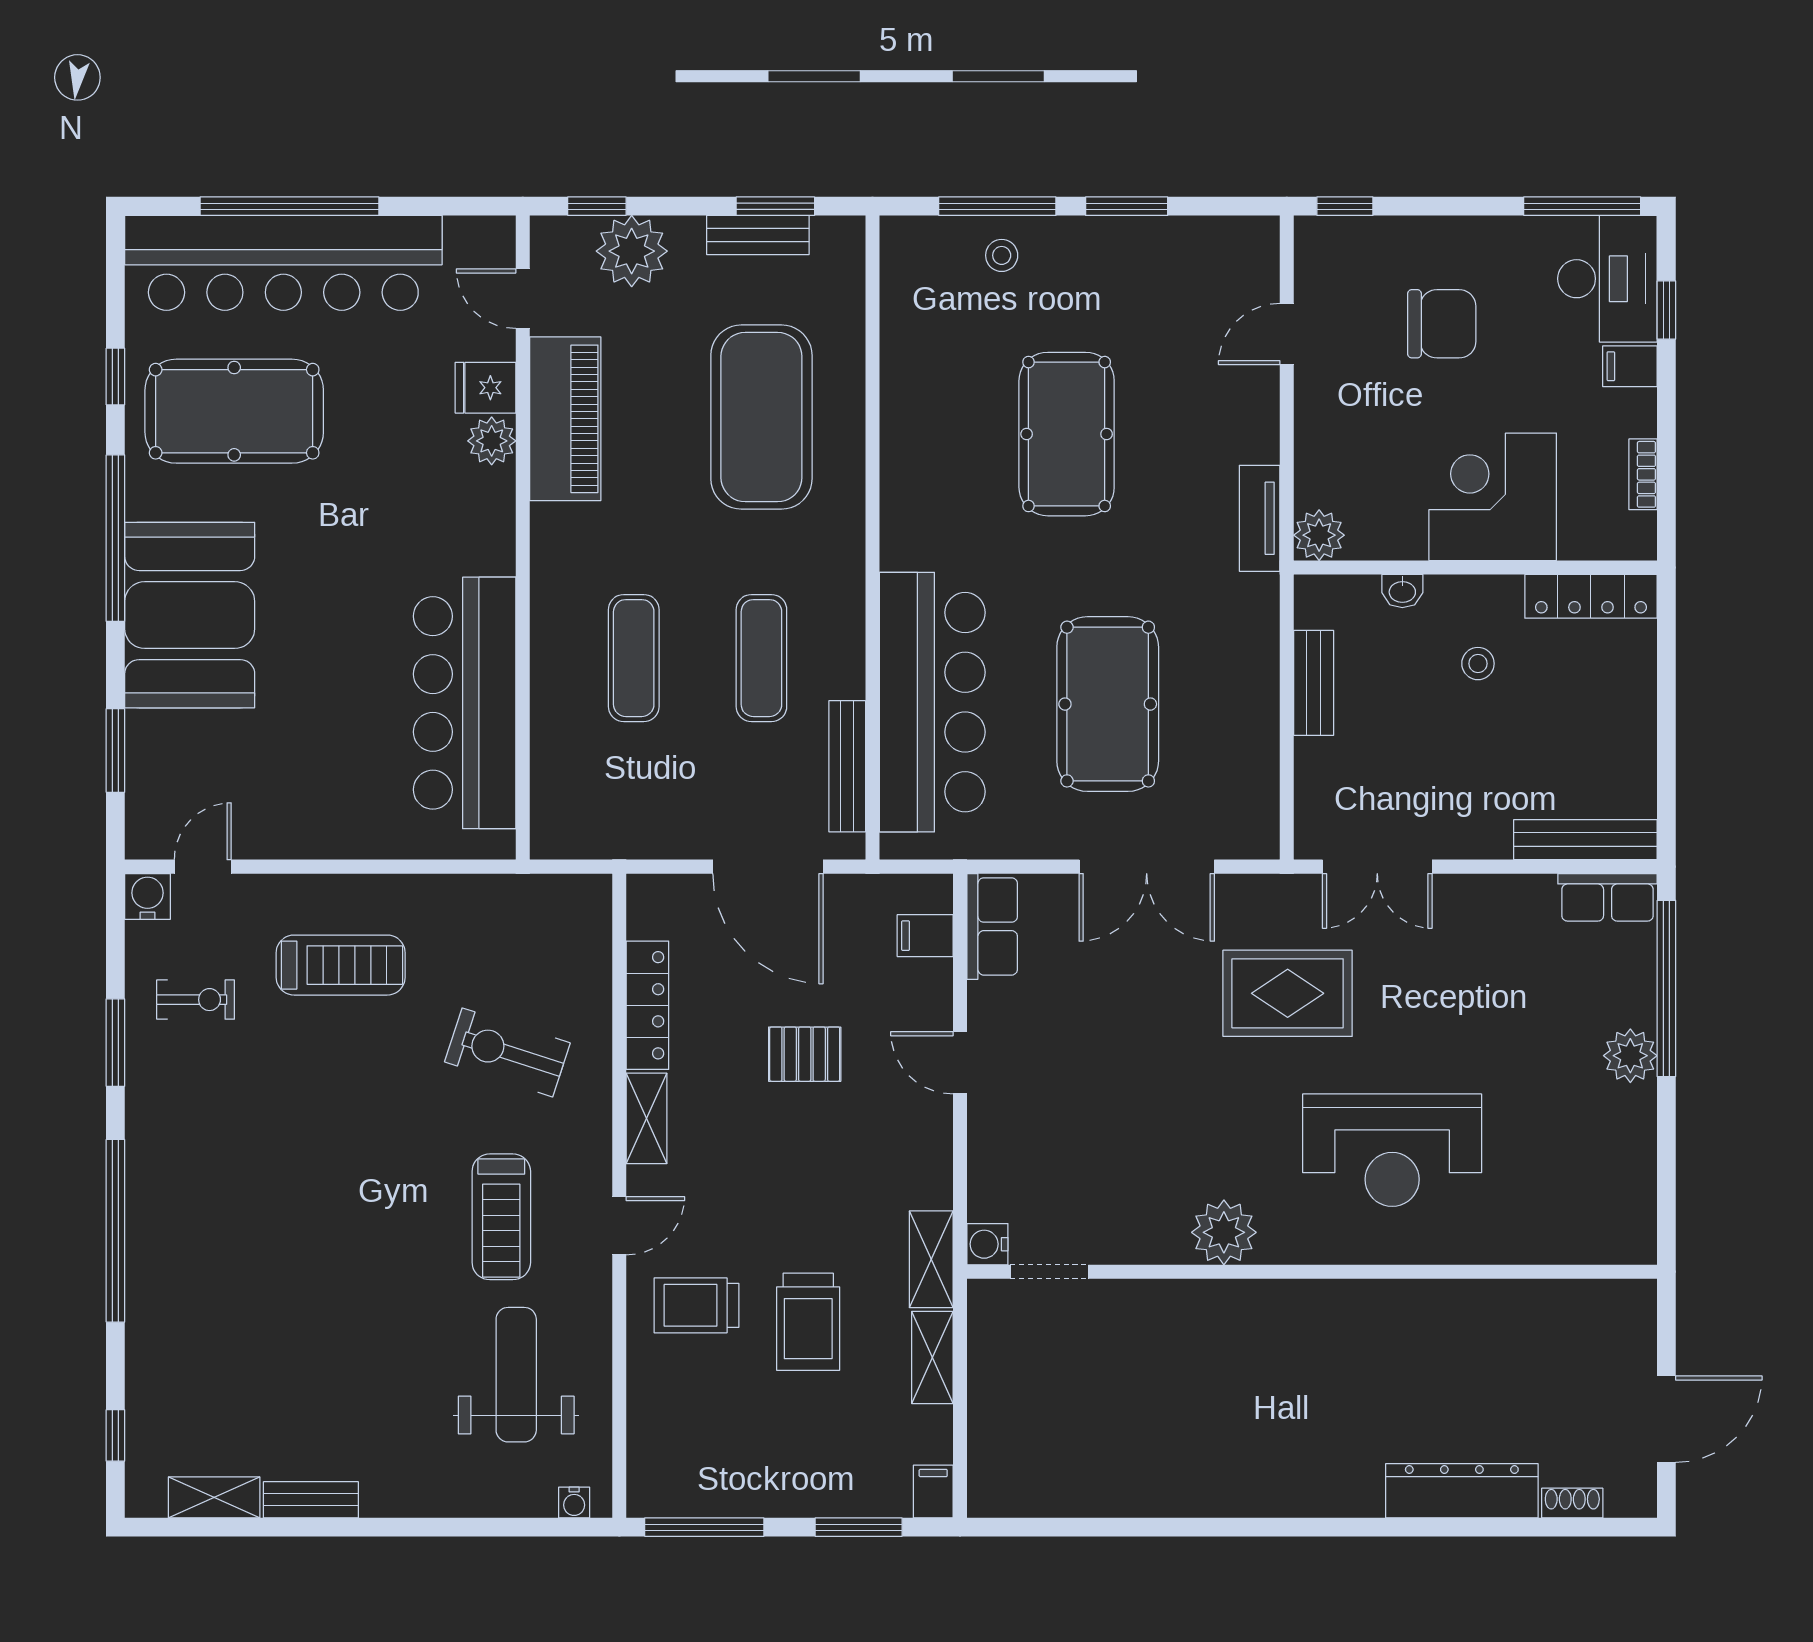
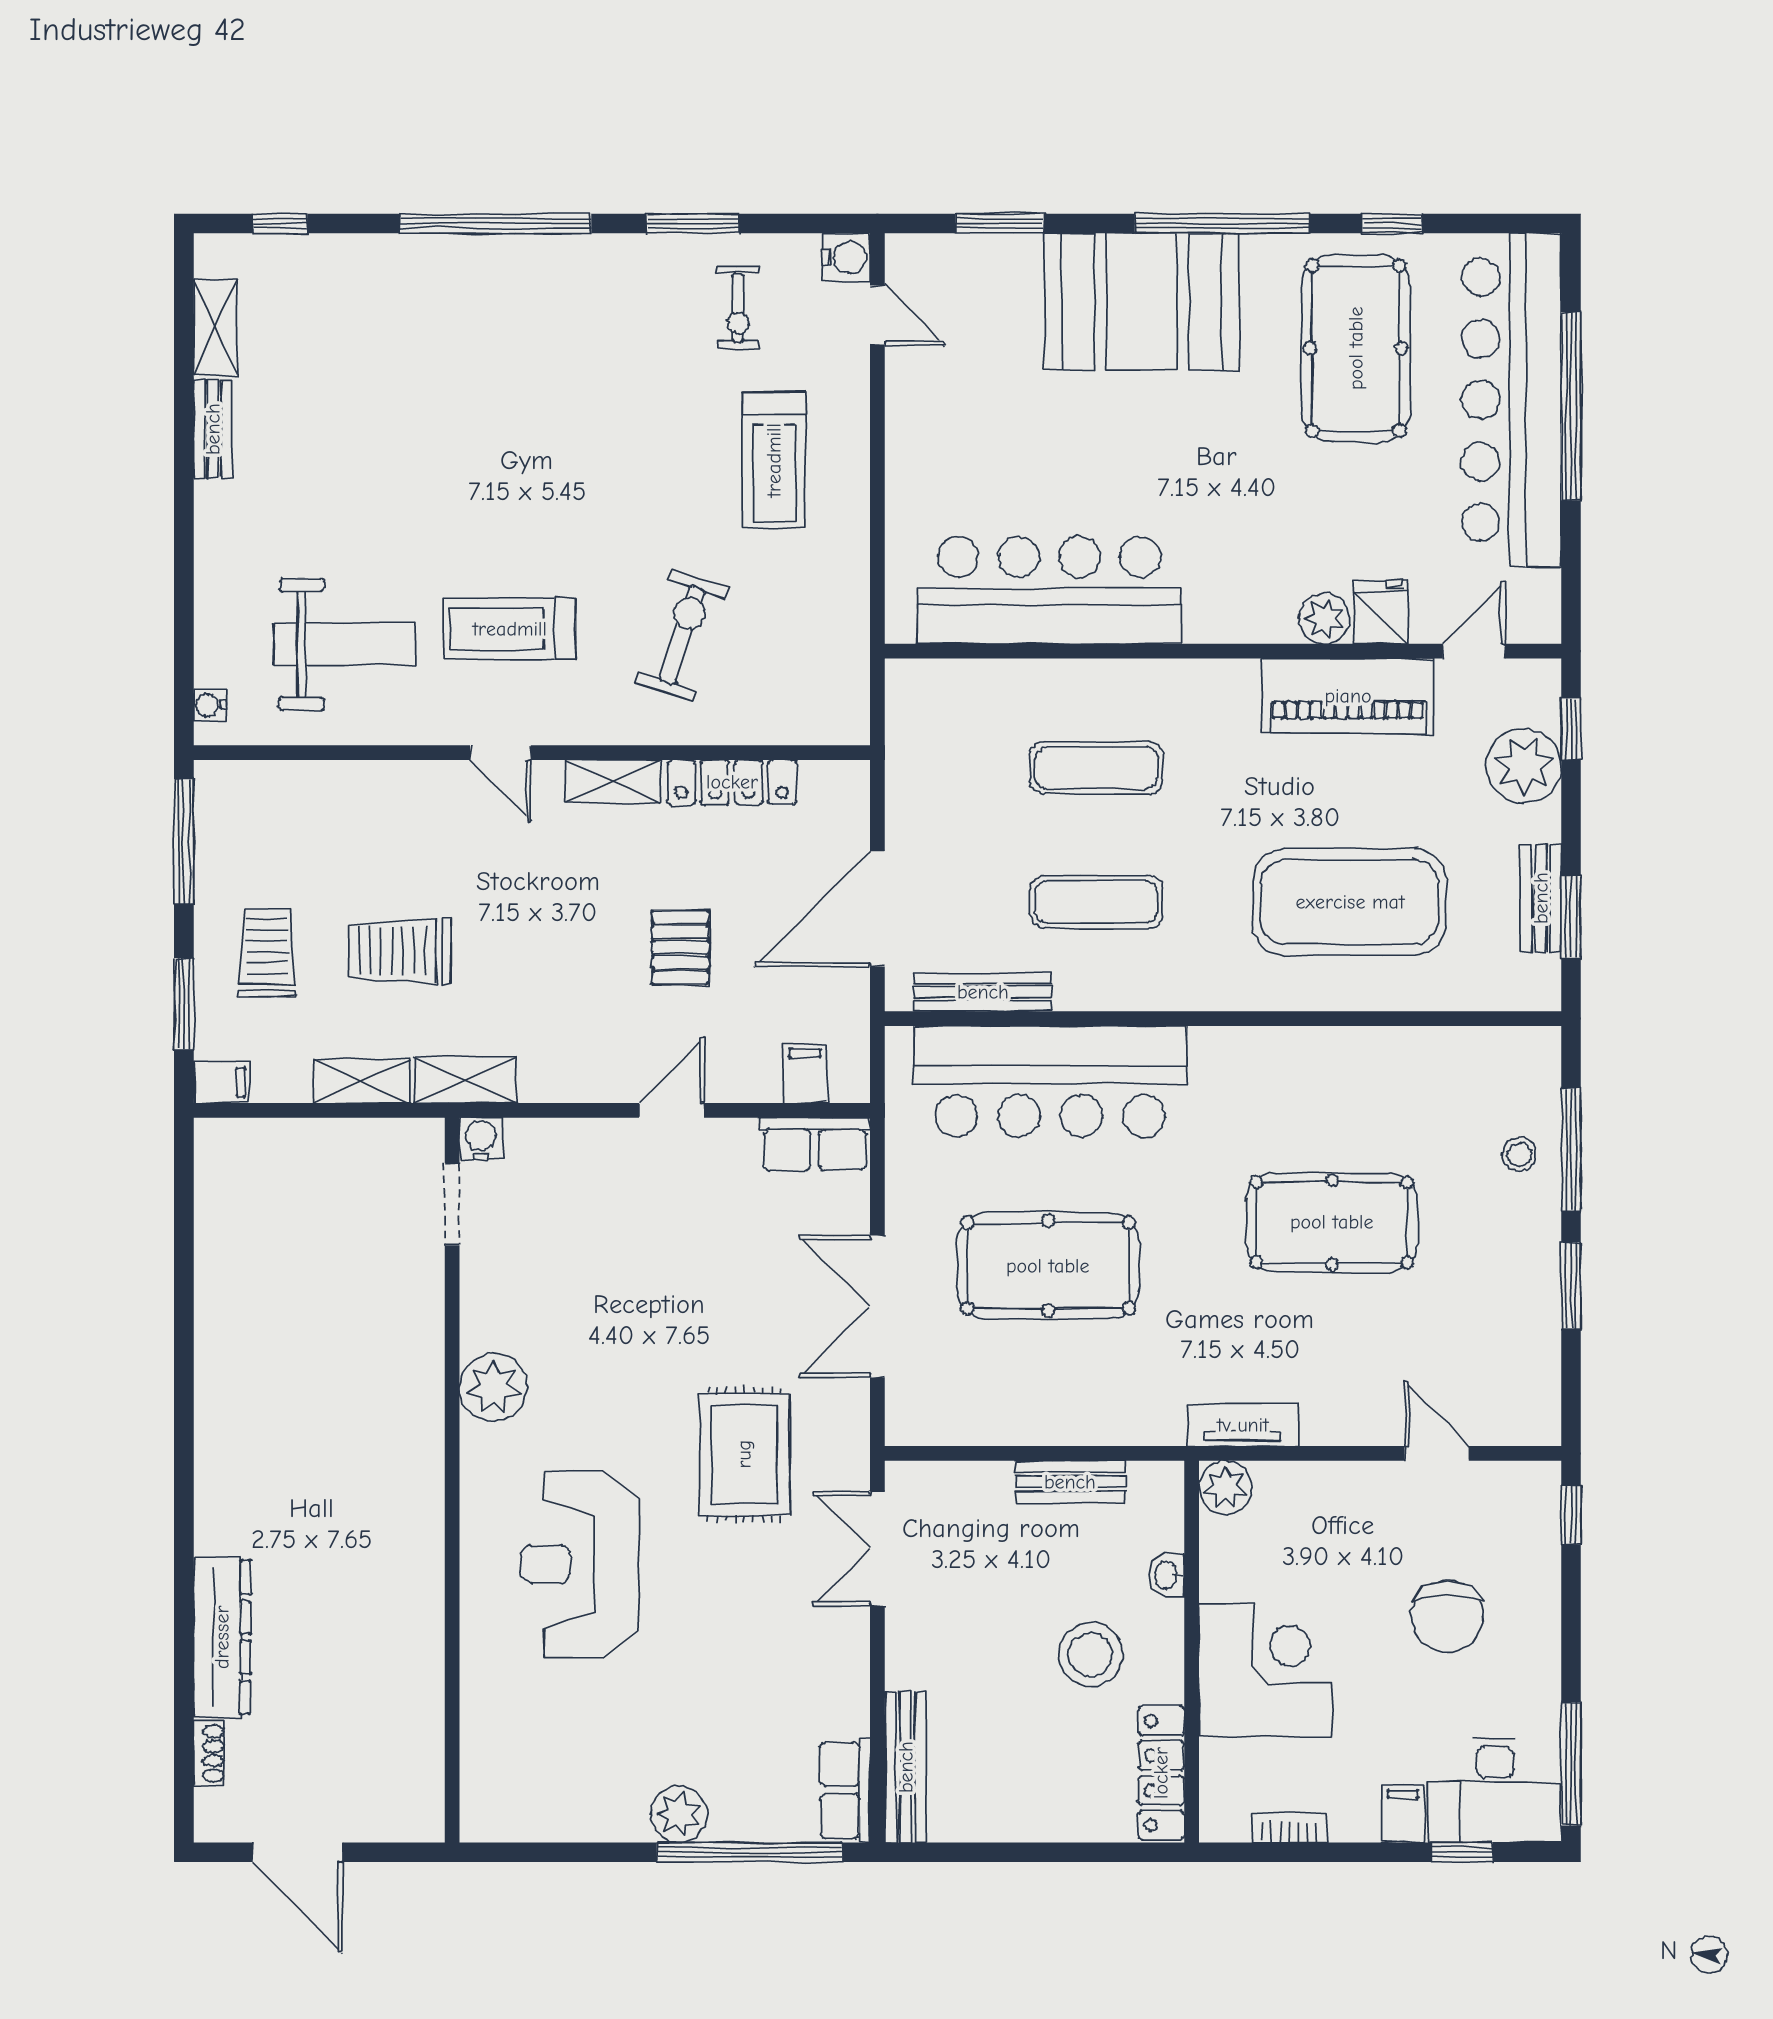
stool: (1478, 664) -> (1091, 1654), width x1.89, depth x1.89
trolley: (696, 1305) -> (267, 952), moved

